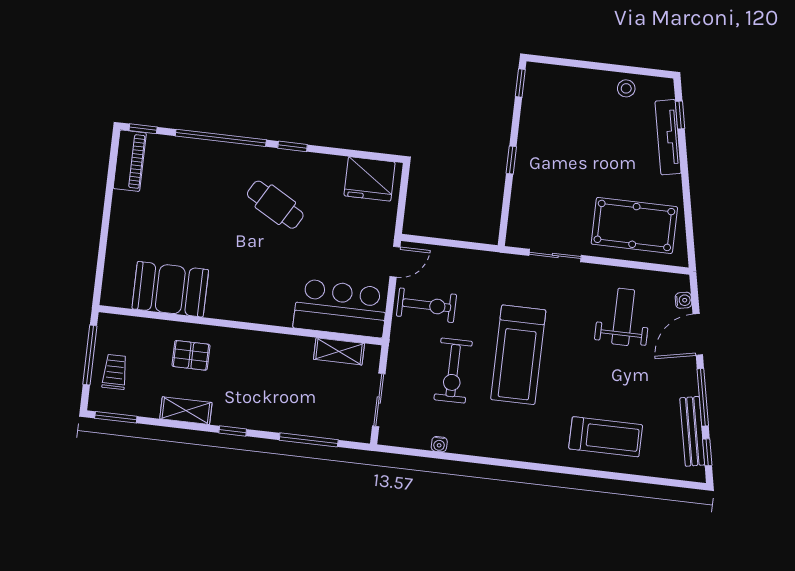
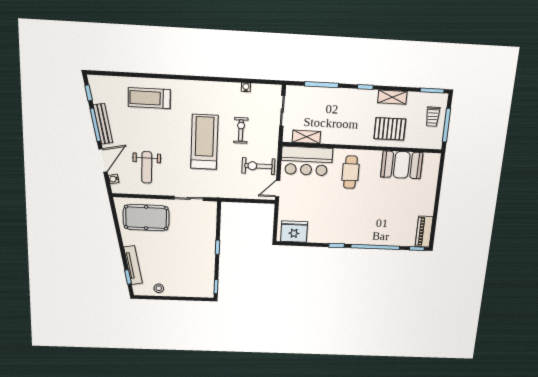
cafe table: (275, 205) -> (350, 172), moved, turned 60
pallet: (191, 355) -> (390, 129), width x1.50, depth x1.42
exercise bike: (453, 371) -> (241, 130), width x0.73, depth x0.72
bench: (692, 431) -> (103, 124), moved

